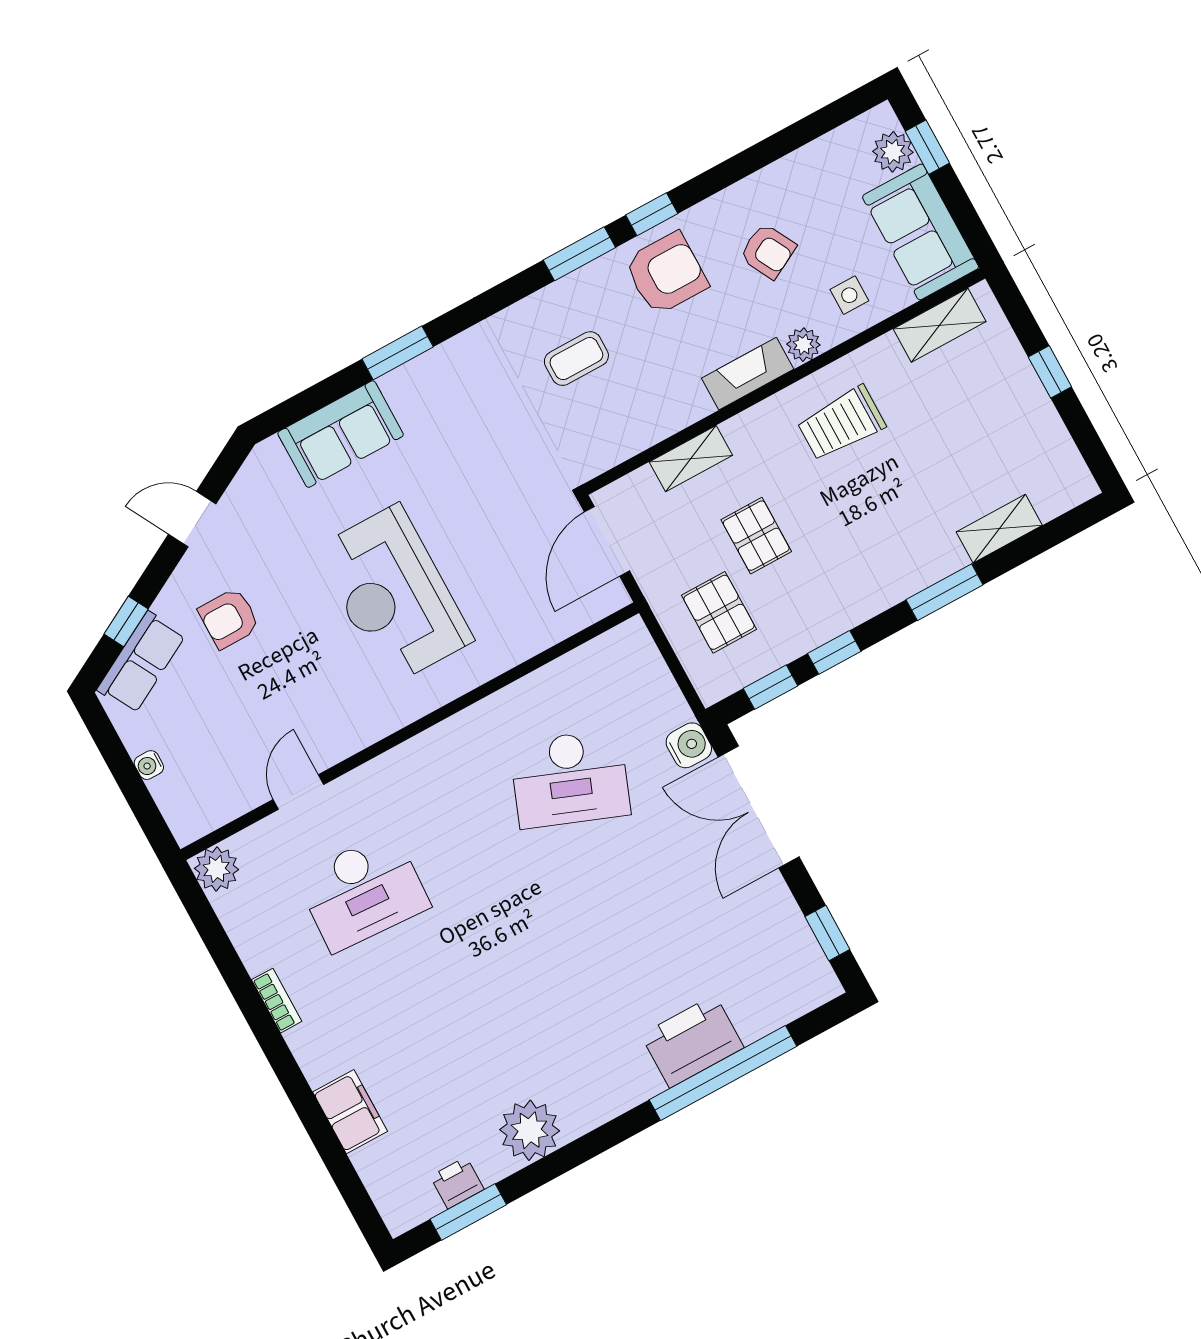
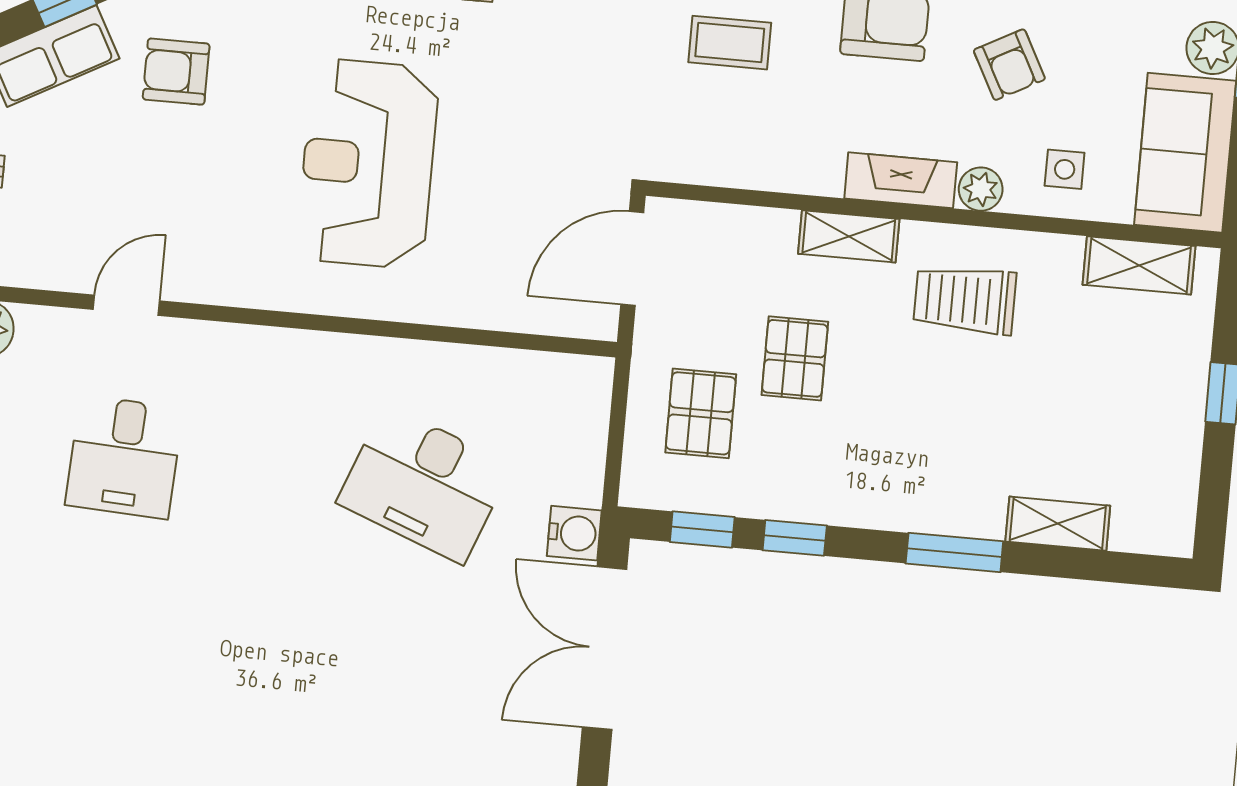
shelving: (691, 459) -> (849, 236), moved
desk: (363, 892) -> (124, 457), width x0.73

